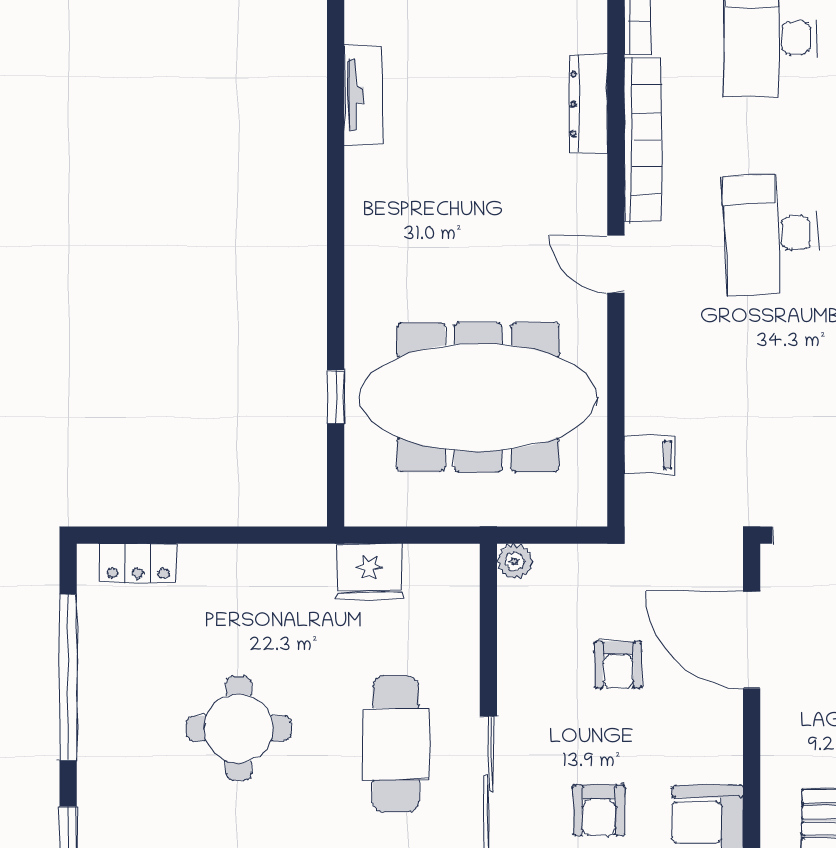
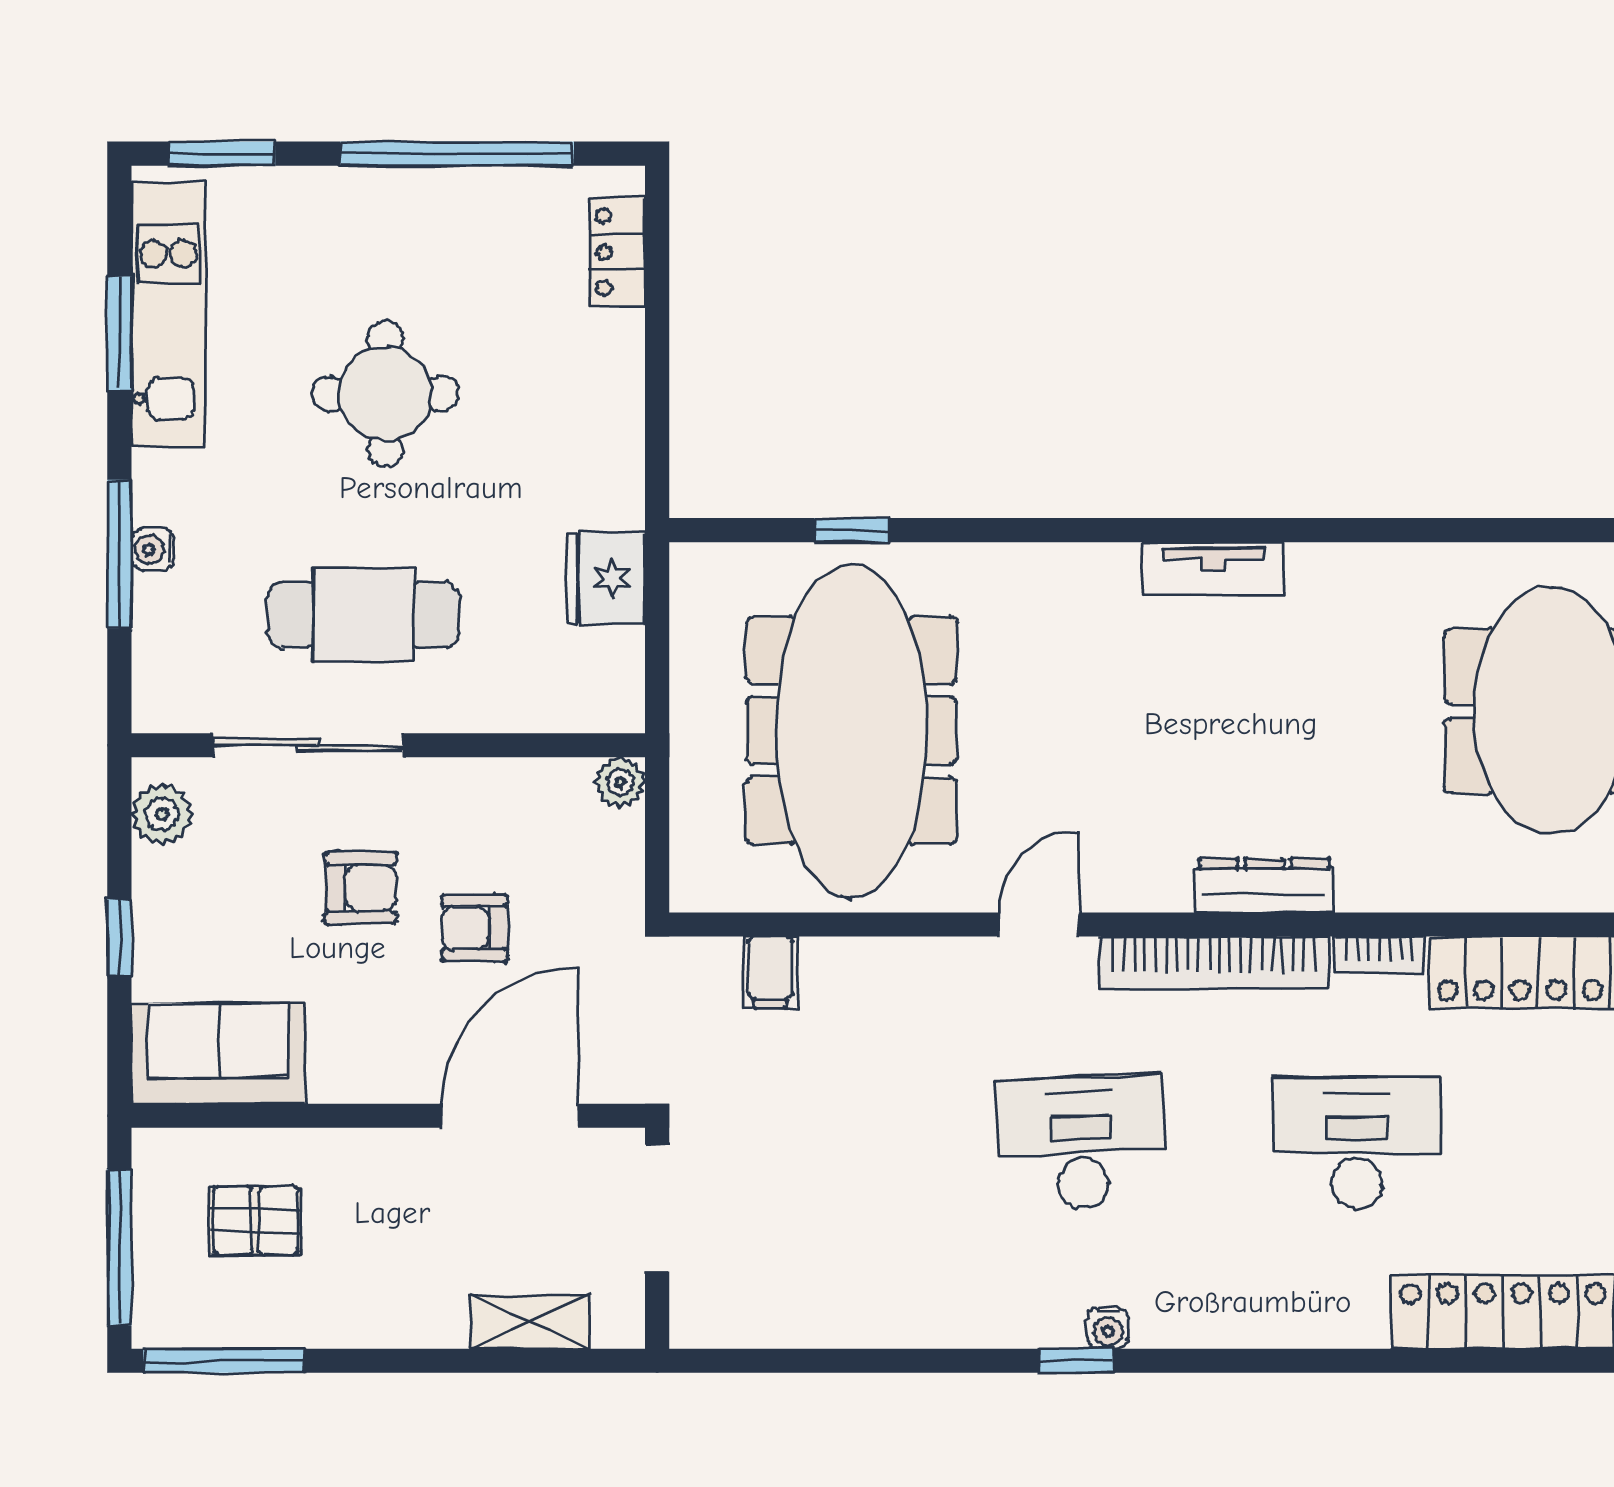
tv unit: (363, 95) -> (1213, 569), moved
armchair: (599, 810) -> (361, 888), moved, turned 180

